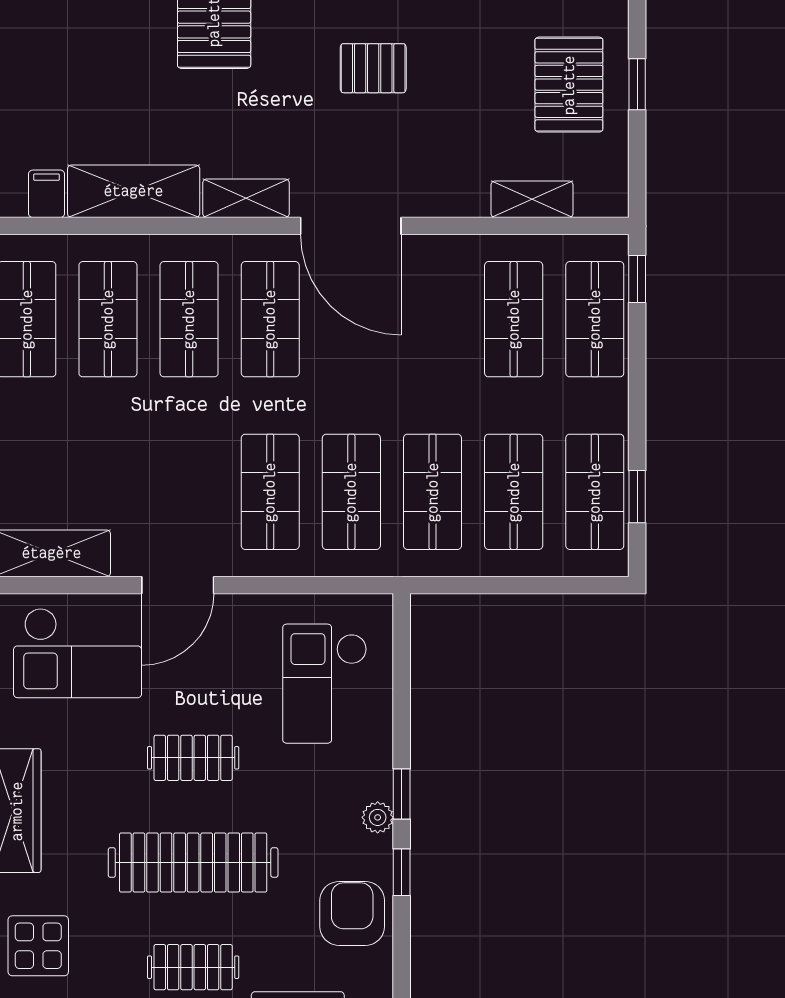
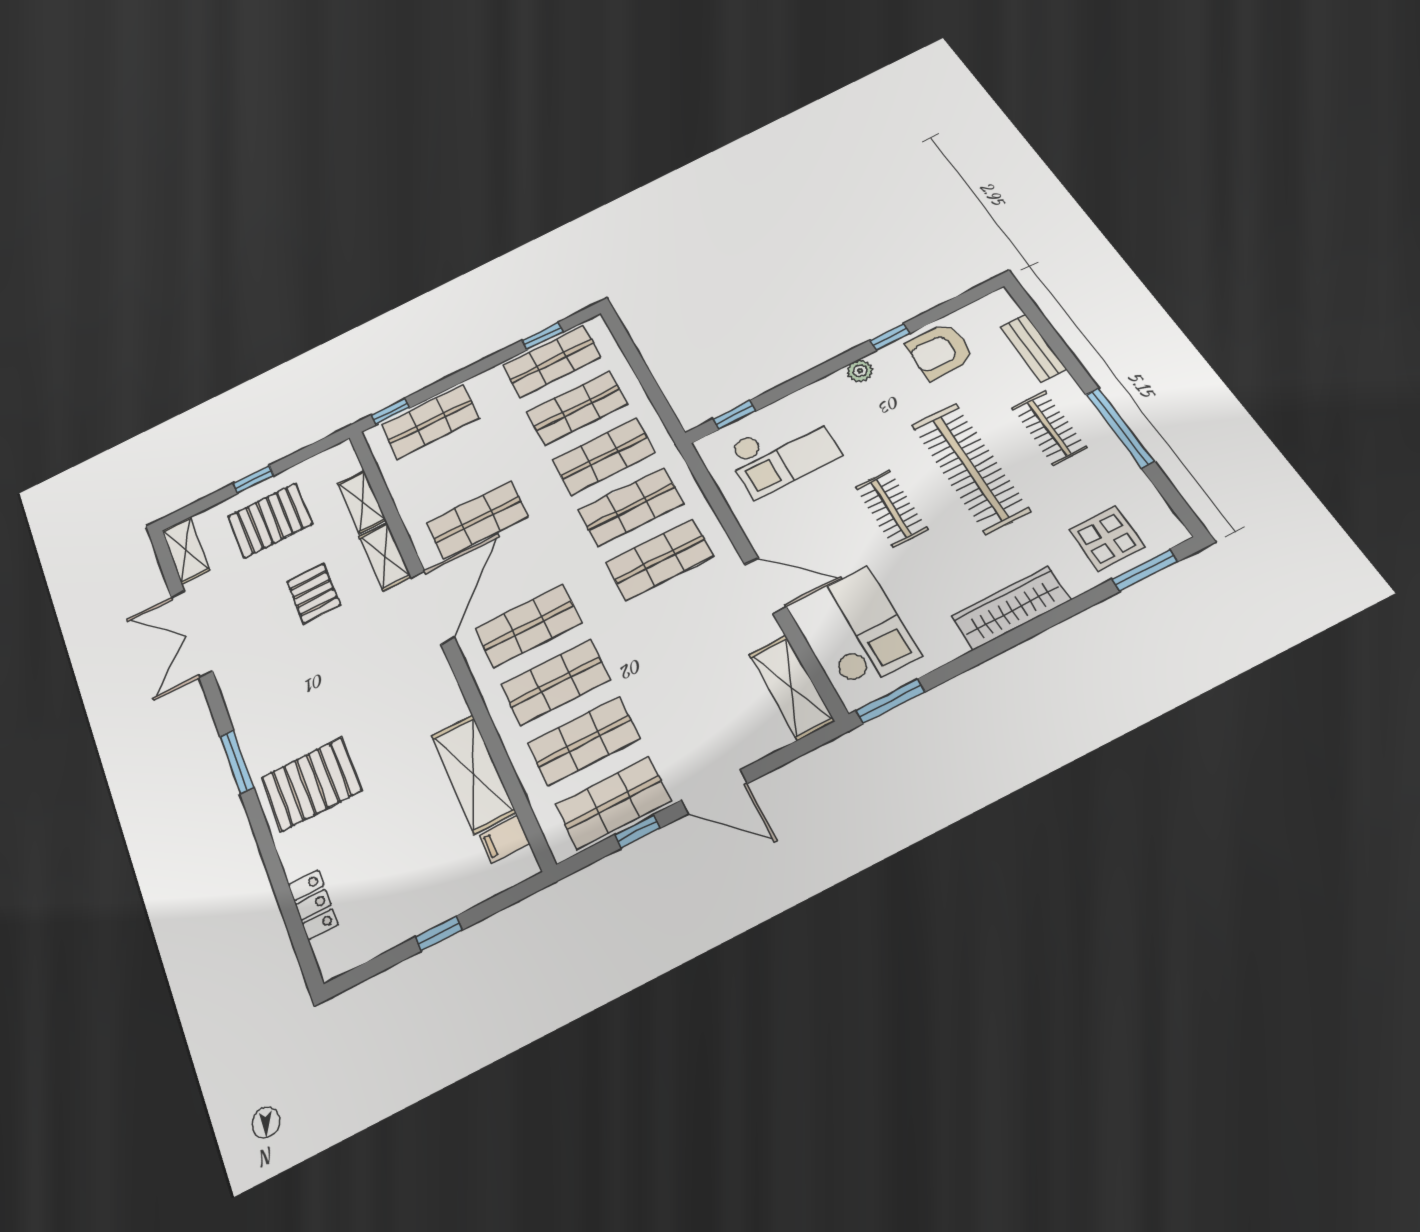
pallet: (373, 68) -> (314, 593), moved
shelving: (246, 198) -> (385, 557), moved
shop shelf: (514, 319) -> (477, 520), moved
window: (402, 794) -> (734, 415), moved

